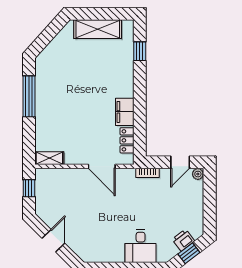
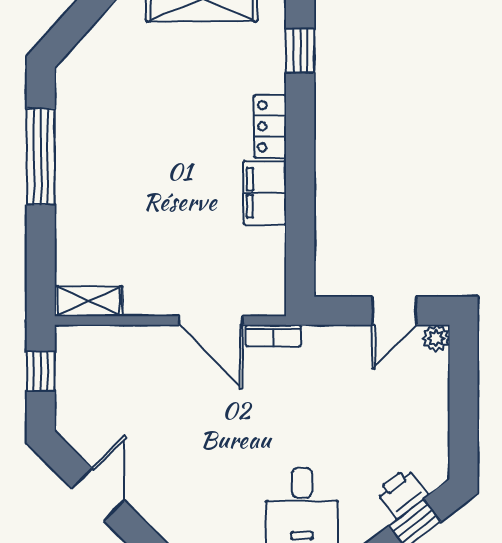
locker: (127, 140) -> (270, 126), moved
bookcase: (147, 173) -> (273, 336), moved

